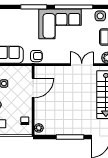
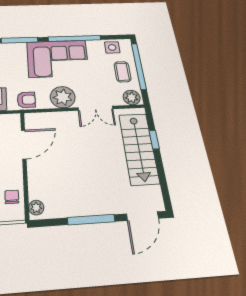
plant: (61, 55) -> (63, 97), added
double door: (82, 65) -> (95, 108), swing flipped

